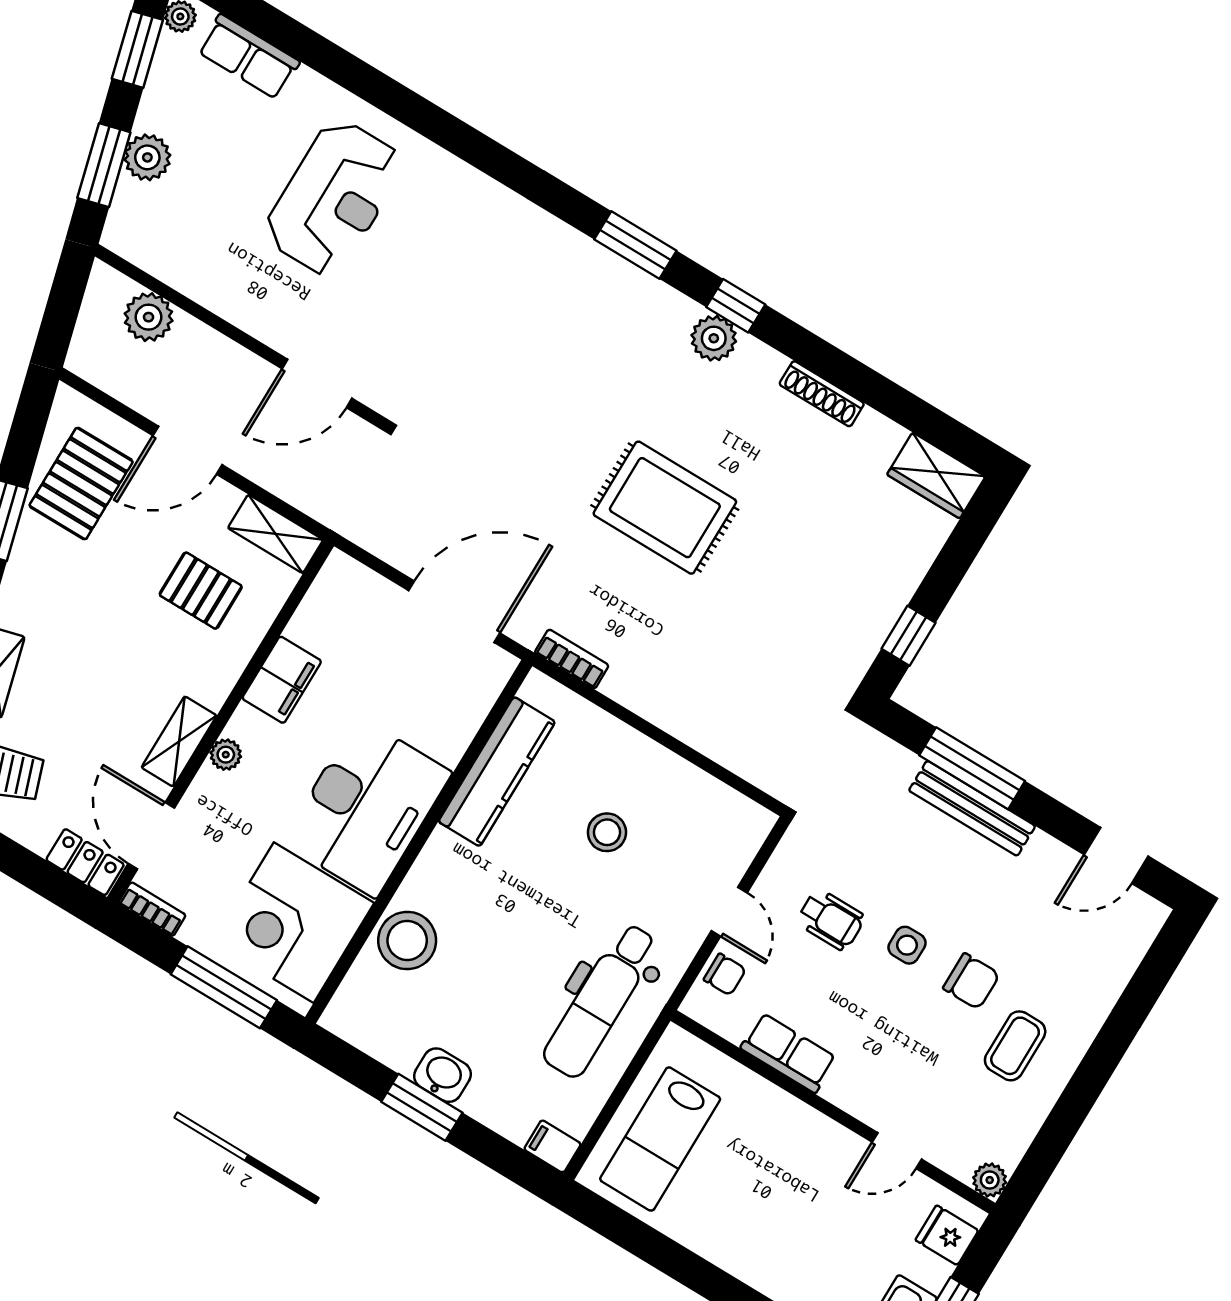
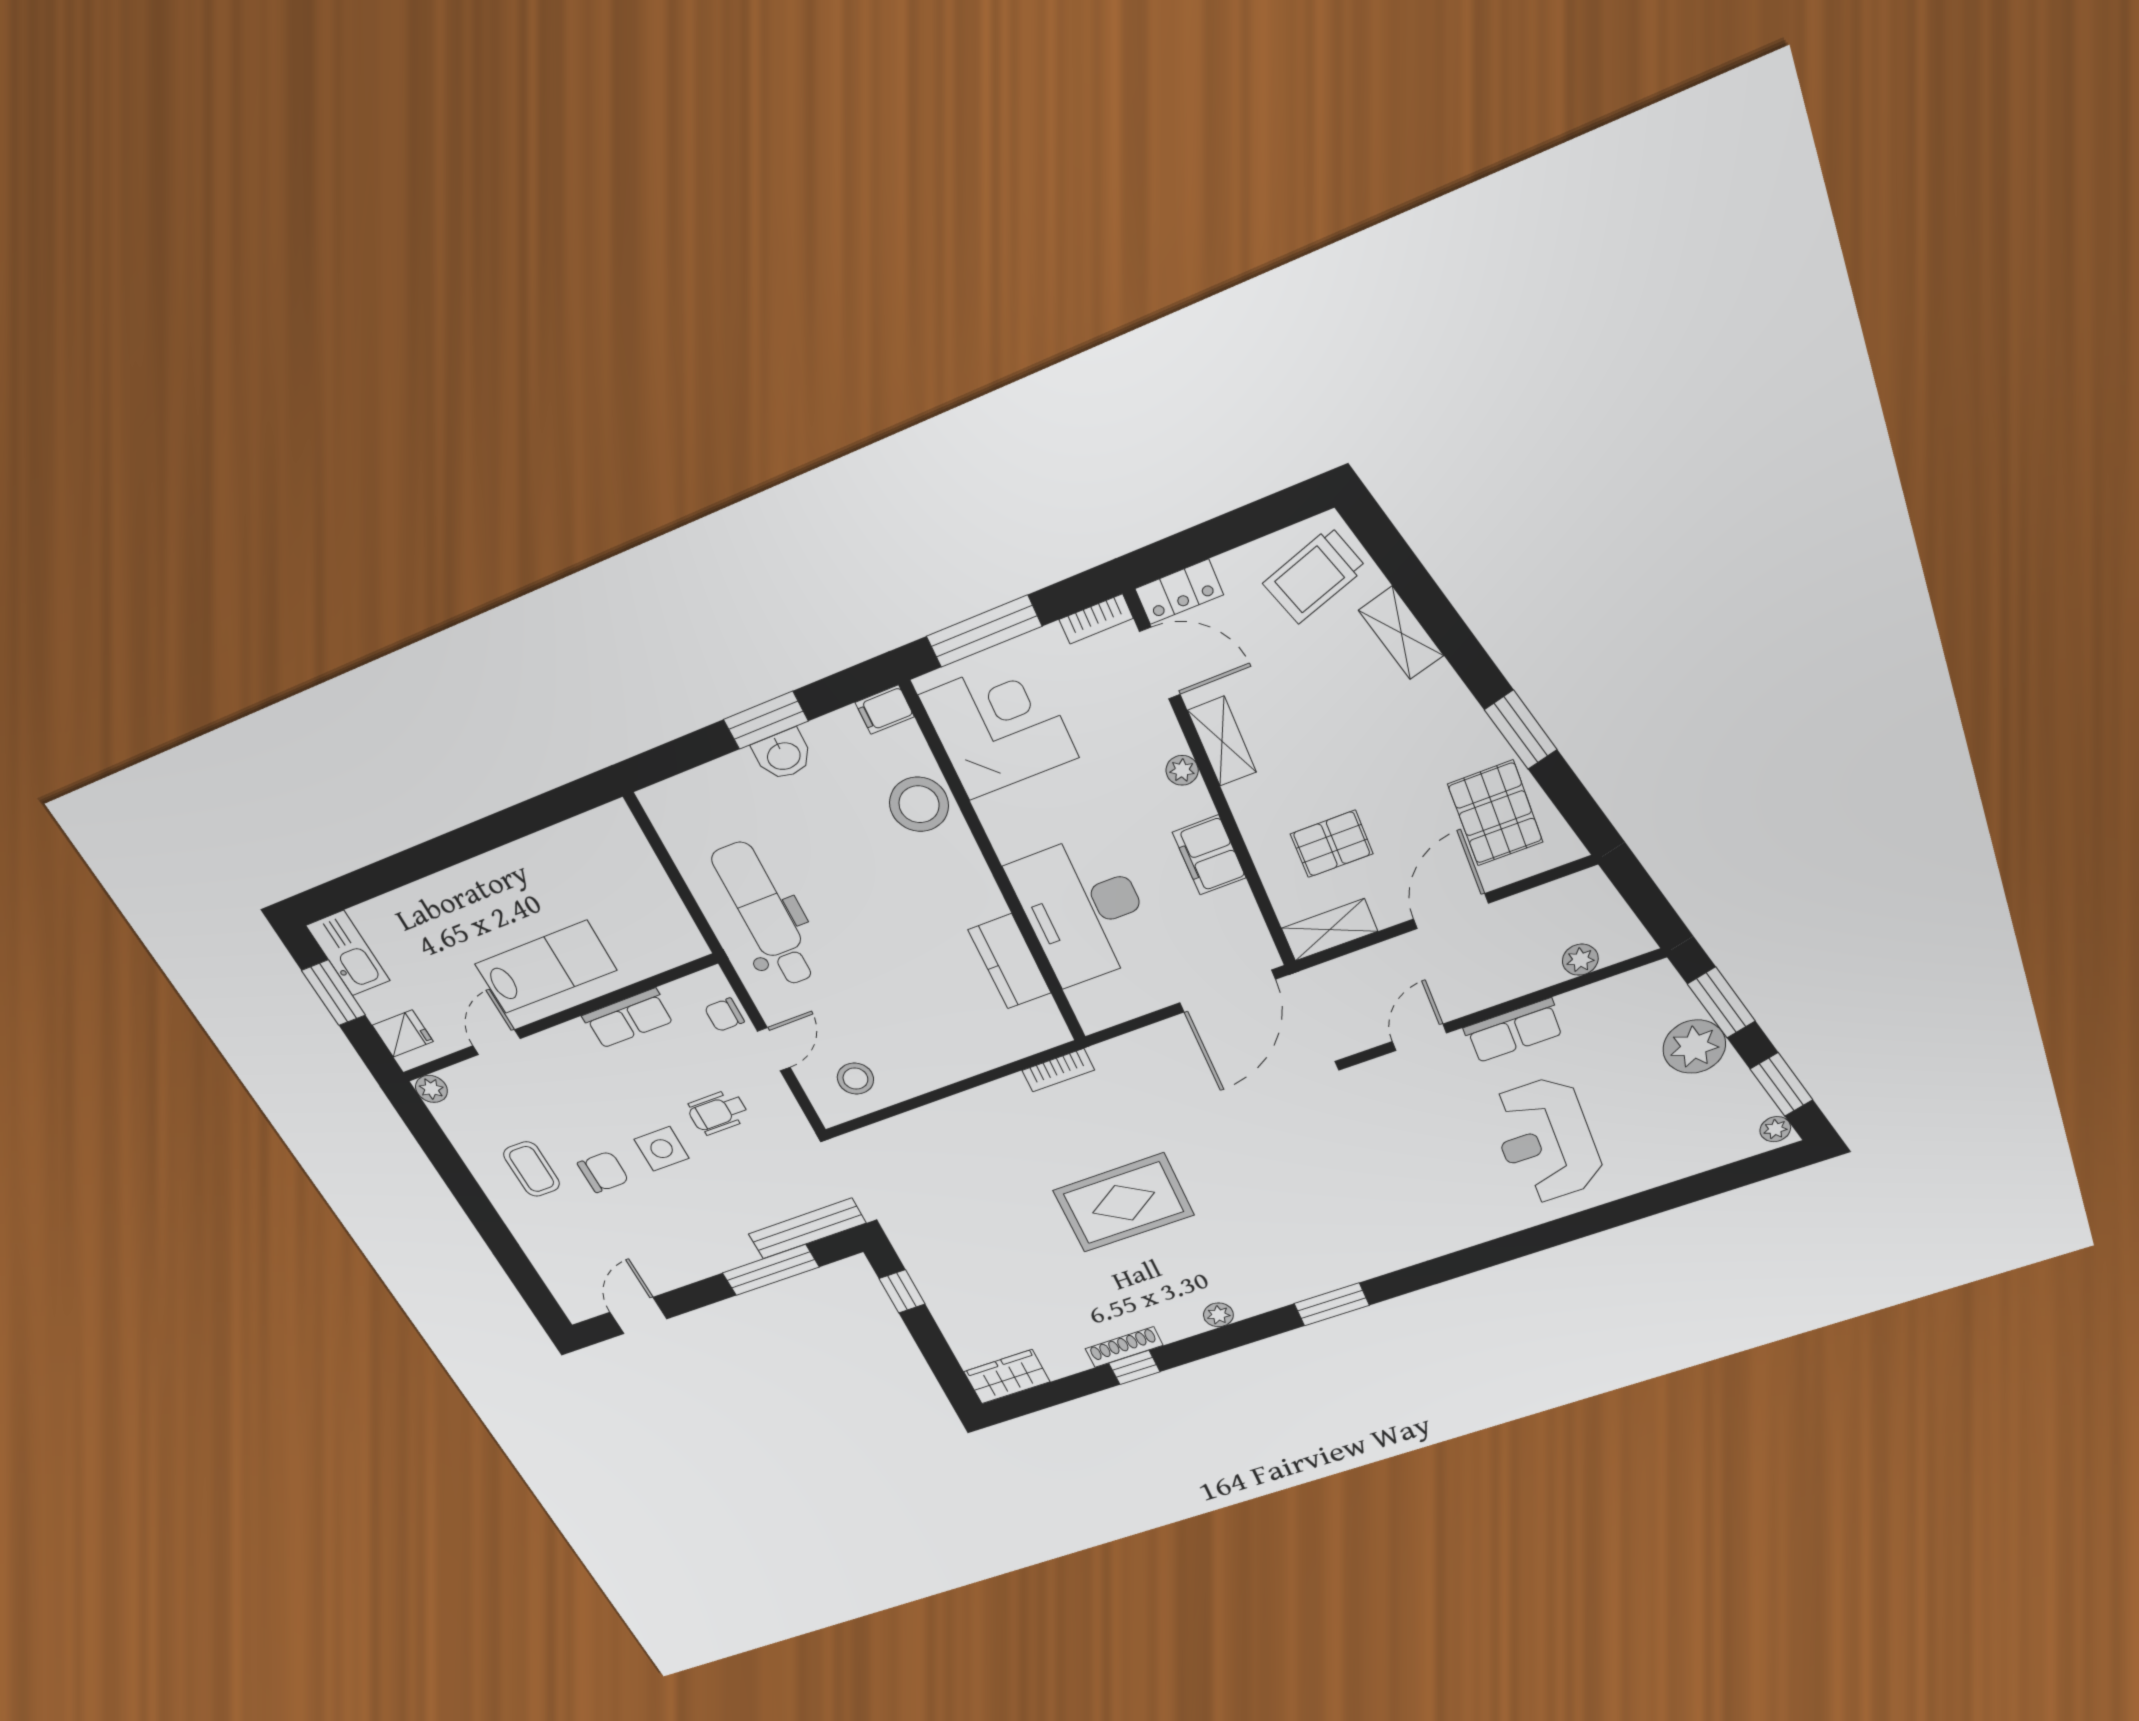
row of seats: (249, 57) -> (1514, 1031), moved, turned 180
plant: (147, 157) -> (1694, 1047), width x1.36, depth x1.36
window: (736, 306) -> (1134, 1367), moved
plant: (149, 317) -> (1580, 960), width x0.73, depth x0.73
plant: (714, 338) -> (1218, 1315), width x0.73, depth x0.73
door: (317, 384) -> (1419, 1037), width x0.73
door: (454, 612) -> (1227, 991), moved
kitchen counter: (497, 772) -> (1010, 961), width x0.67
desk: (367, 807) -> (1083, 910), moved
bench: (972, 808) -> (807, 1228), moved
stool: (607, 832) -> (855, 1079), moved
door: (729, 912) -> (774, 1049), swing flipped
side table: (907, 945) -> (662, 1149), width x1.37, depth x1.37
chair: (971, 981) -> (603, 1172), turned 180
lab bench: (660, 1139) -> (546, 967), moved, turned 90
filing cabinet: (552, 1146) -> (885, 710), moved, turned 180

